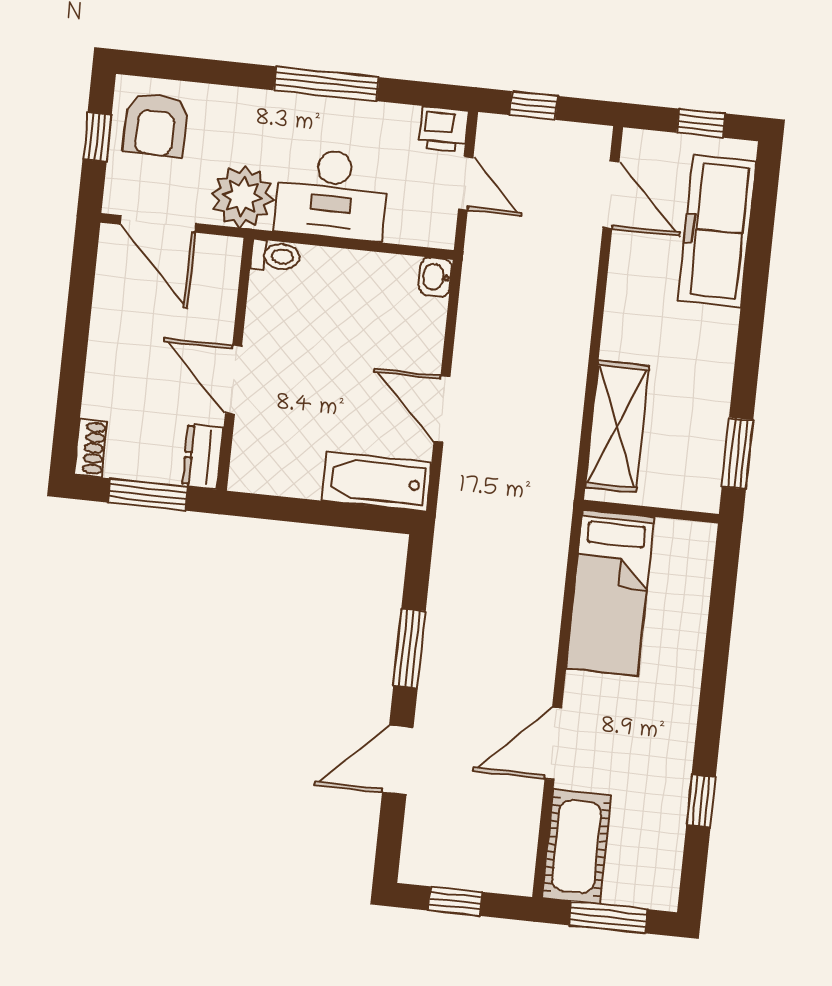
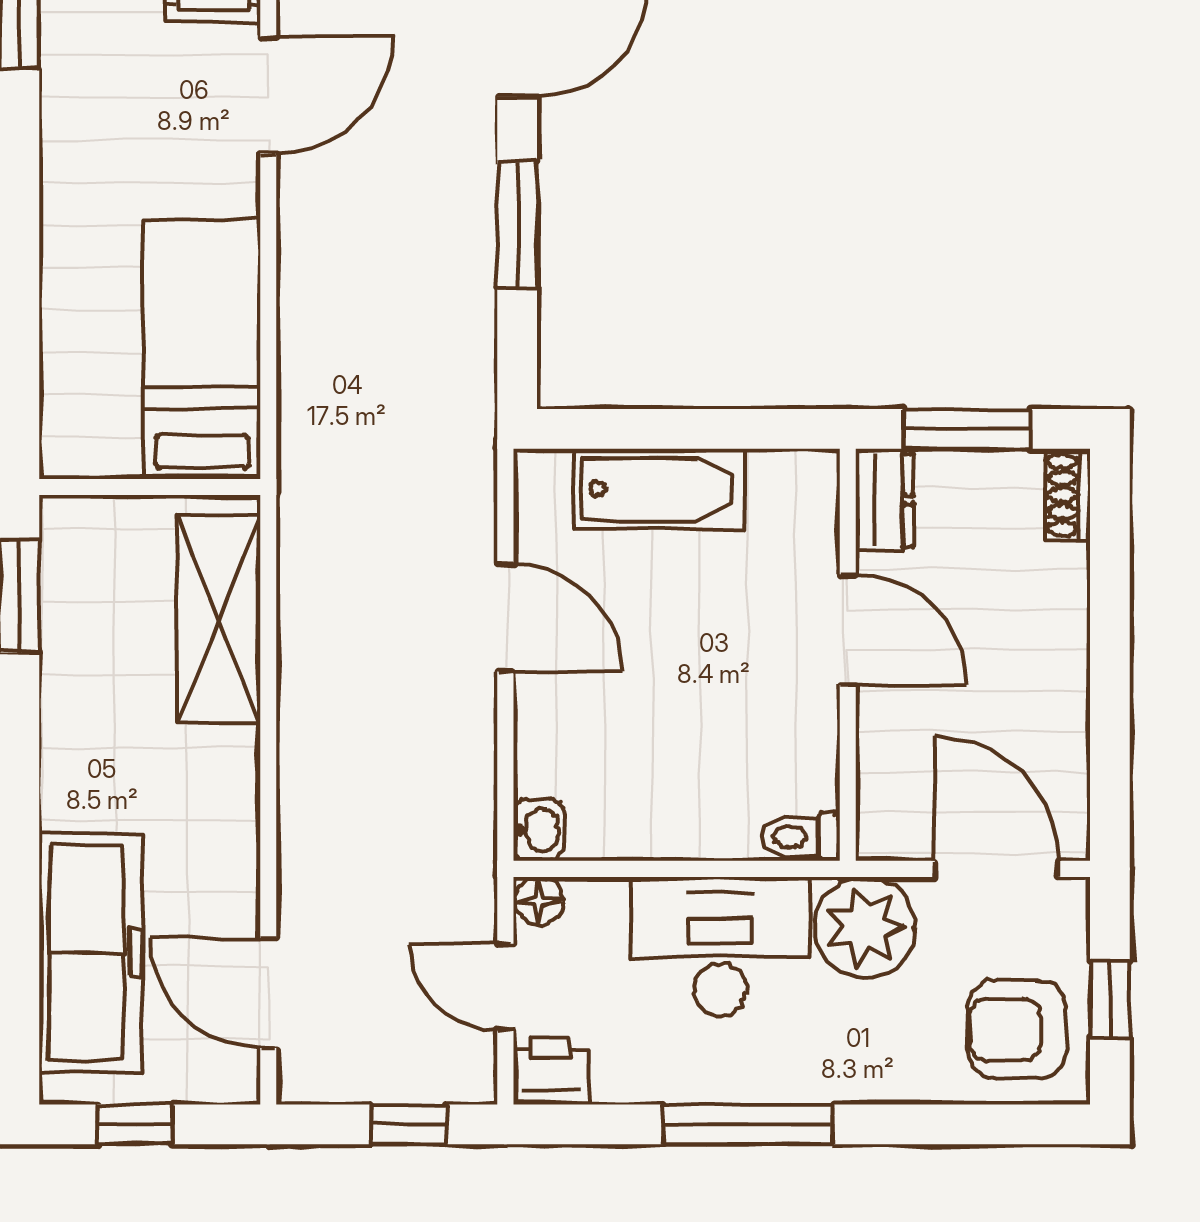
armchair: (156, 124) -> (1017, 1030), turned -91
floor lamp: (440, 234) -> (539, 901), added
bathtub: (376, 481) -> (659, 489), moved

